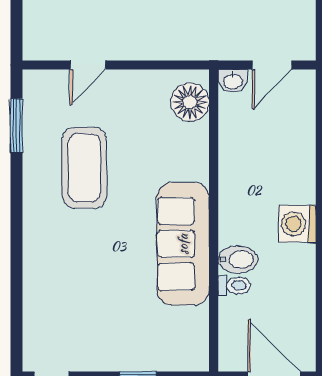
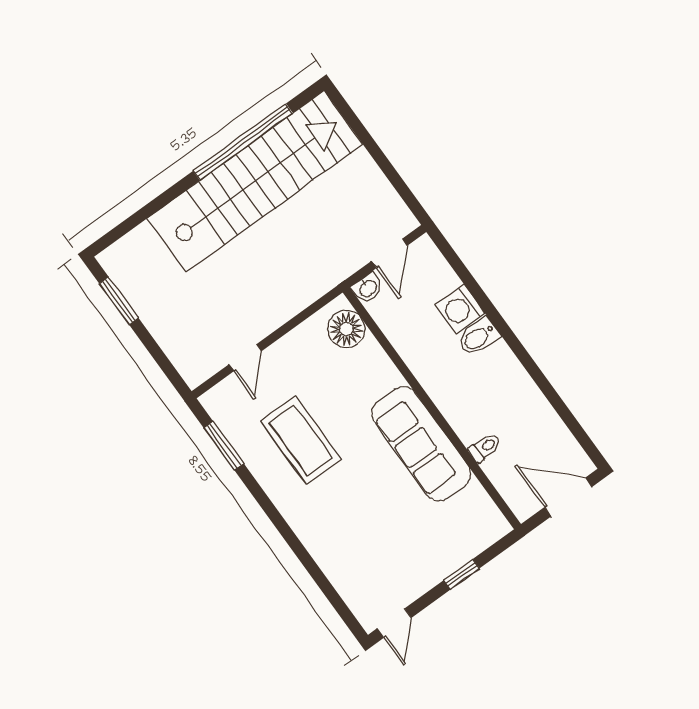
washing machine: (297, 224) -> (460, 309), moved
bidet: (238, 259) -> (479, 337), moved, turned 180

